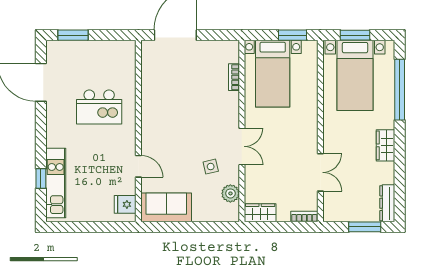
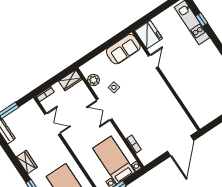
kitchen island: (99, 107) -> (196, 79), removed
door: (138, 166) -> (153, 61), swing flipped
double door: (320, 172) -> (52, 124), swing flipped
fridge: (125, 204) -> (149, 35), width x1.88, depth x1.34

